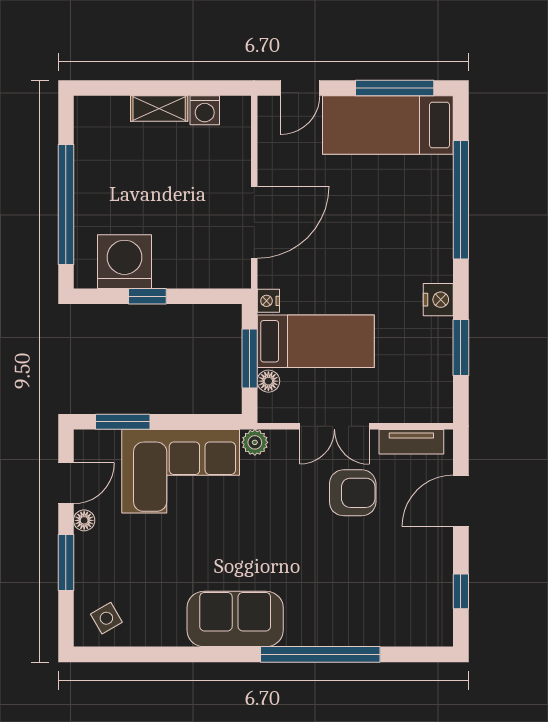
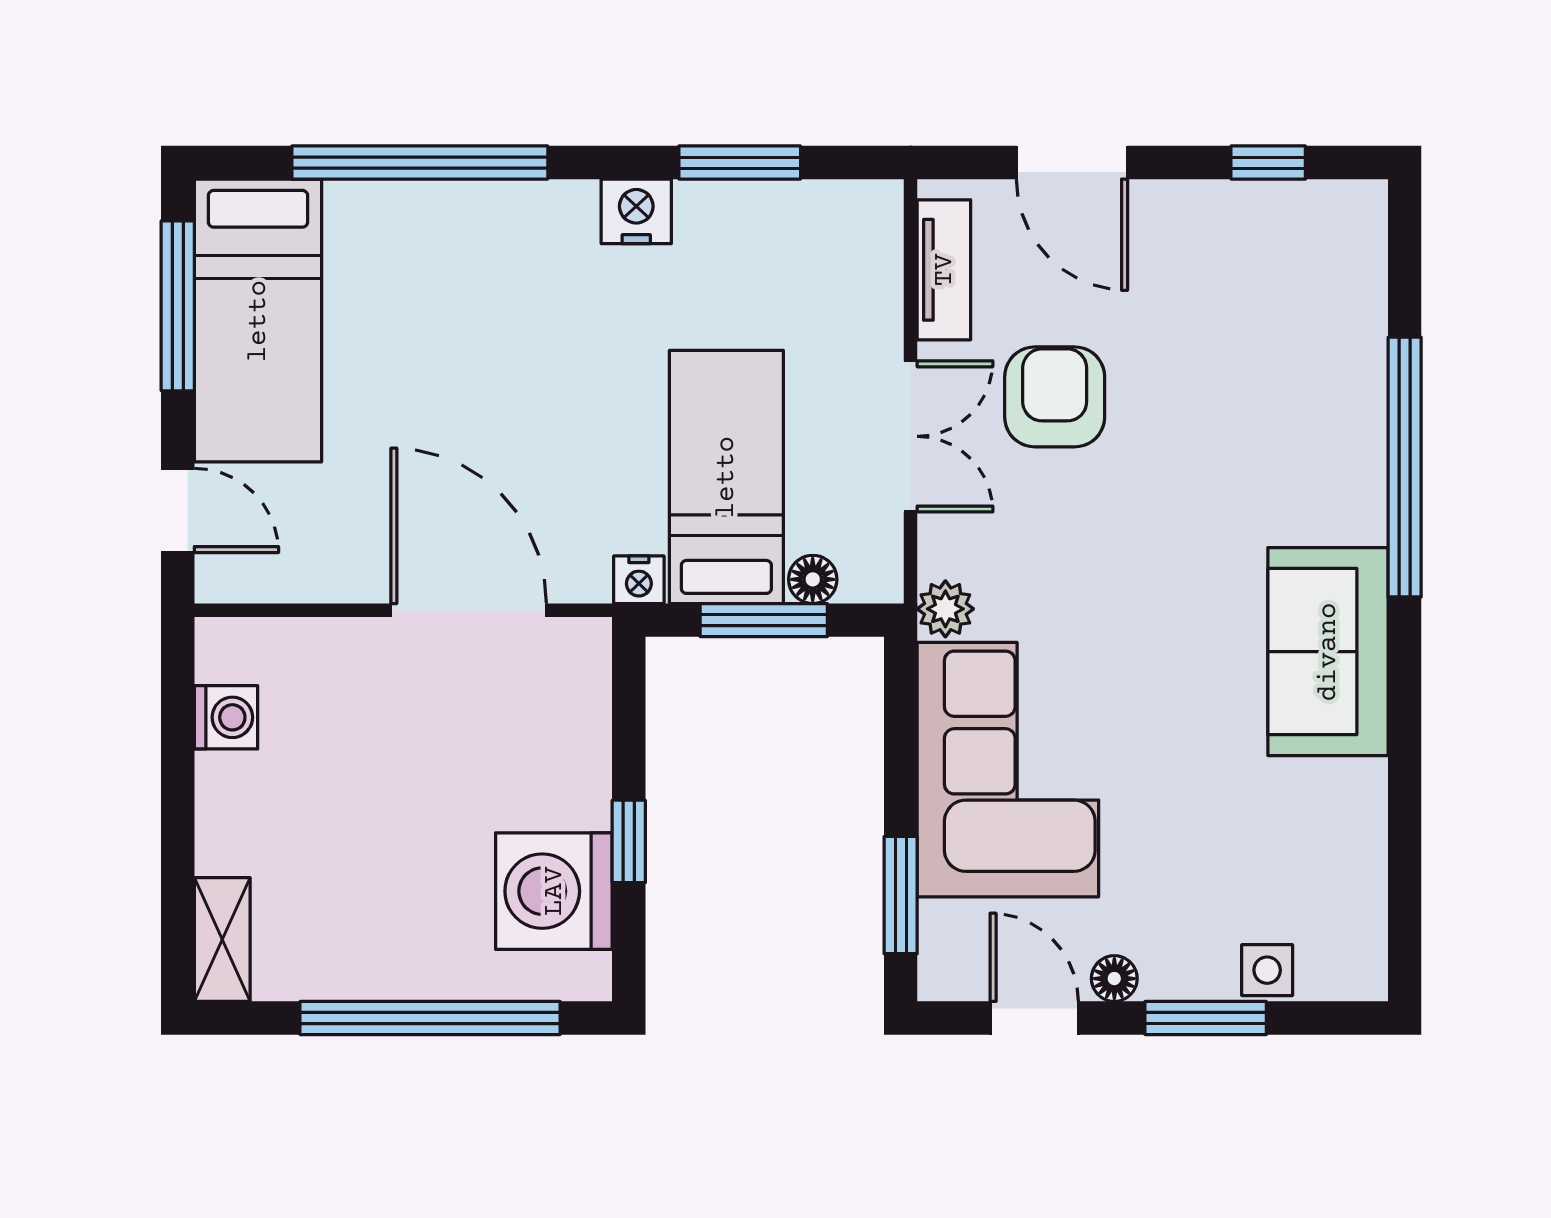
shelving: (159, 109) -> (222, 940), moved
side table: (106, 618) -> (1267, 970), moved, turned 30

